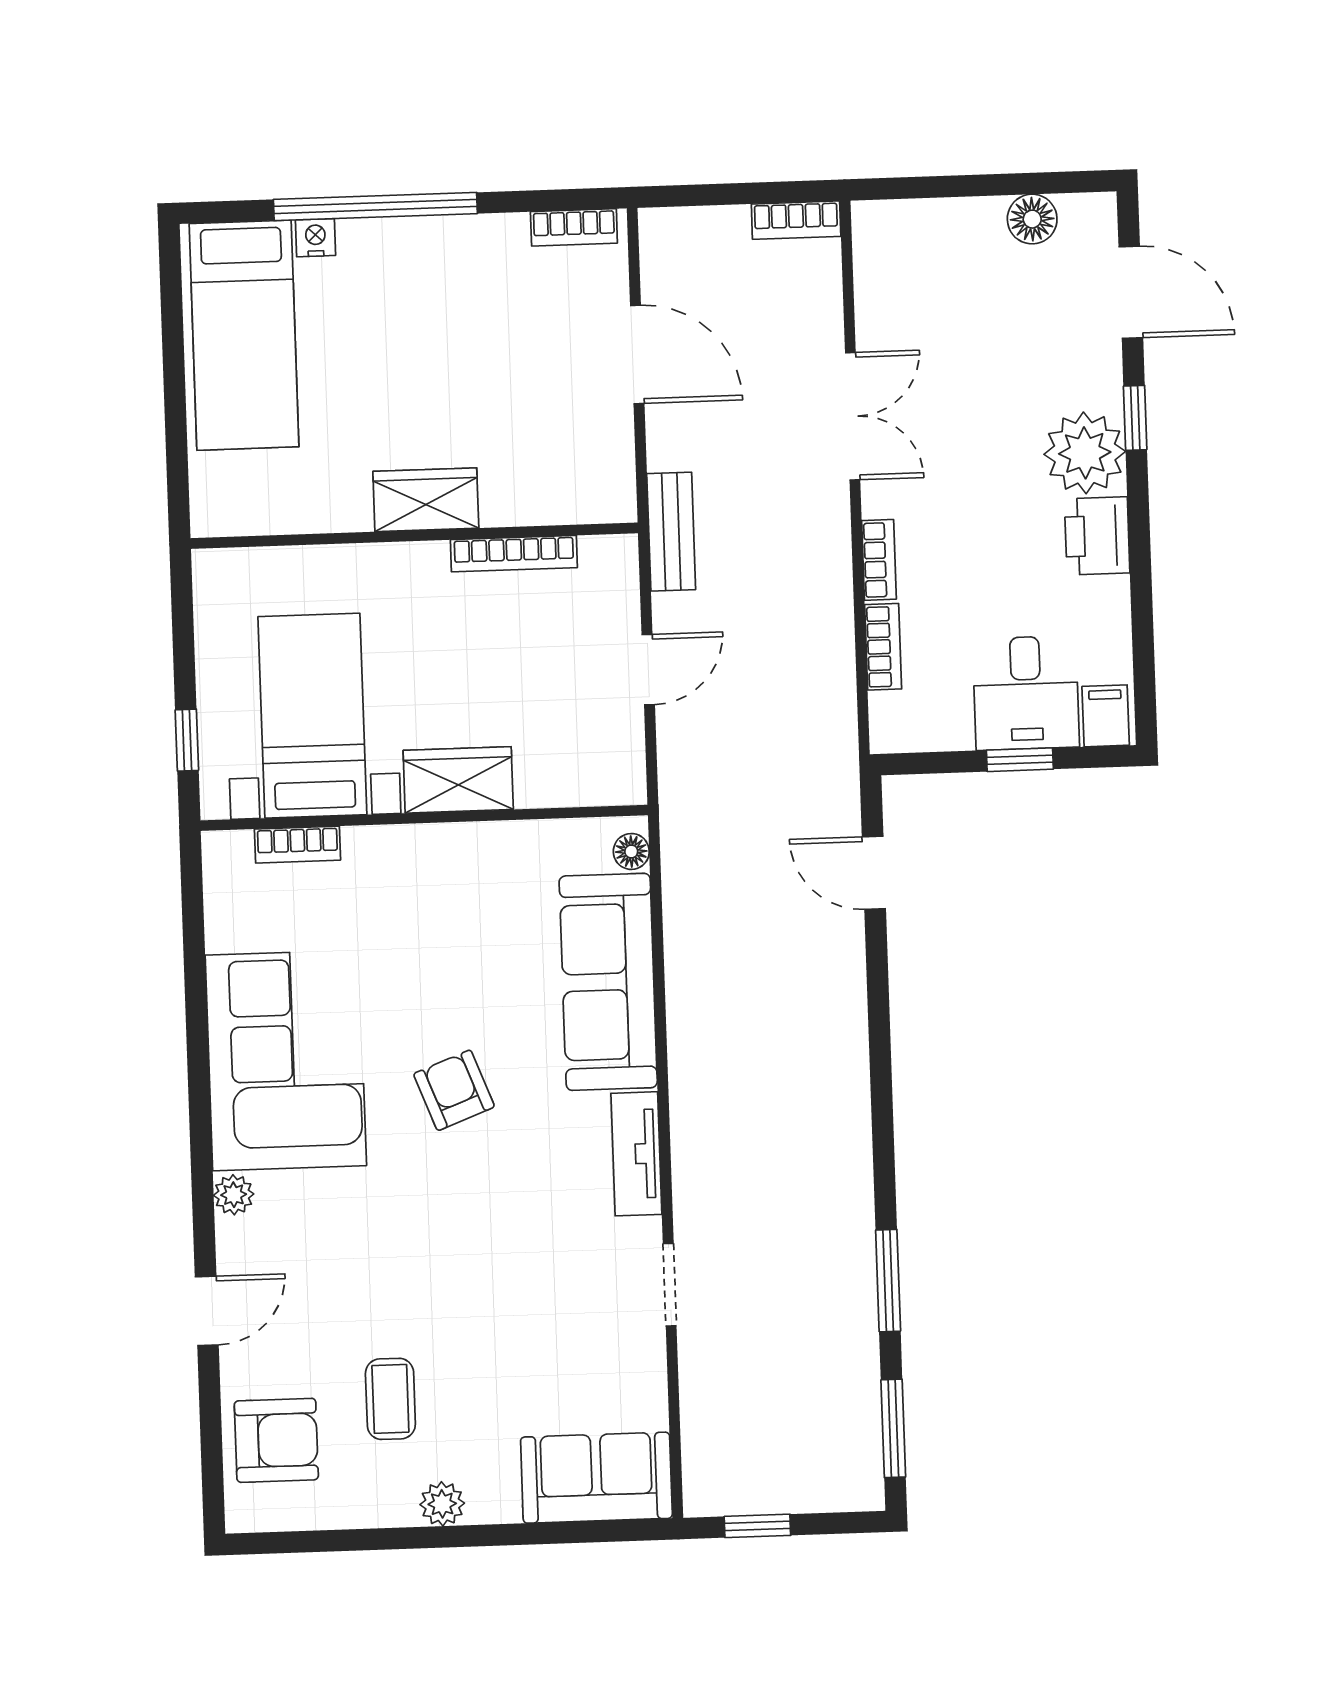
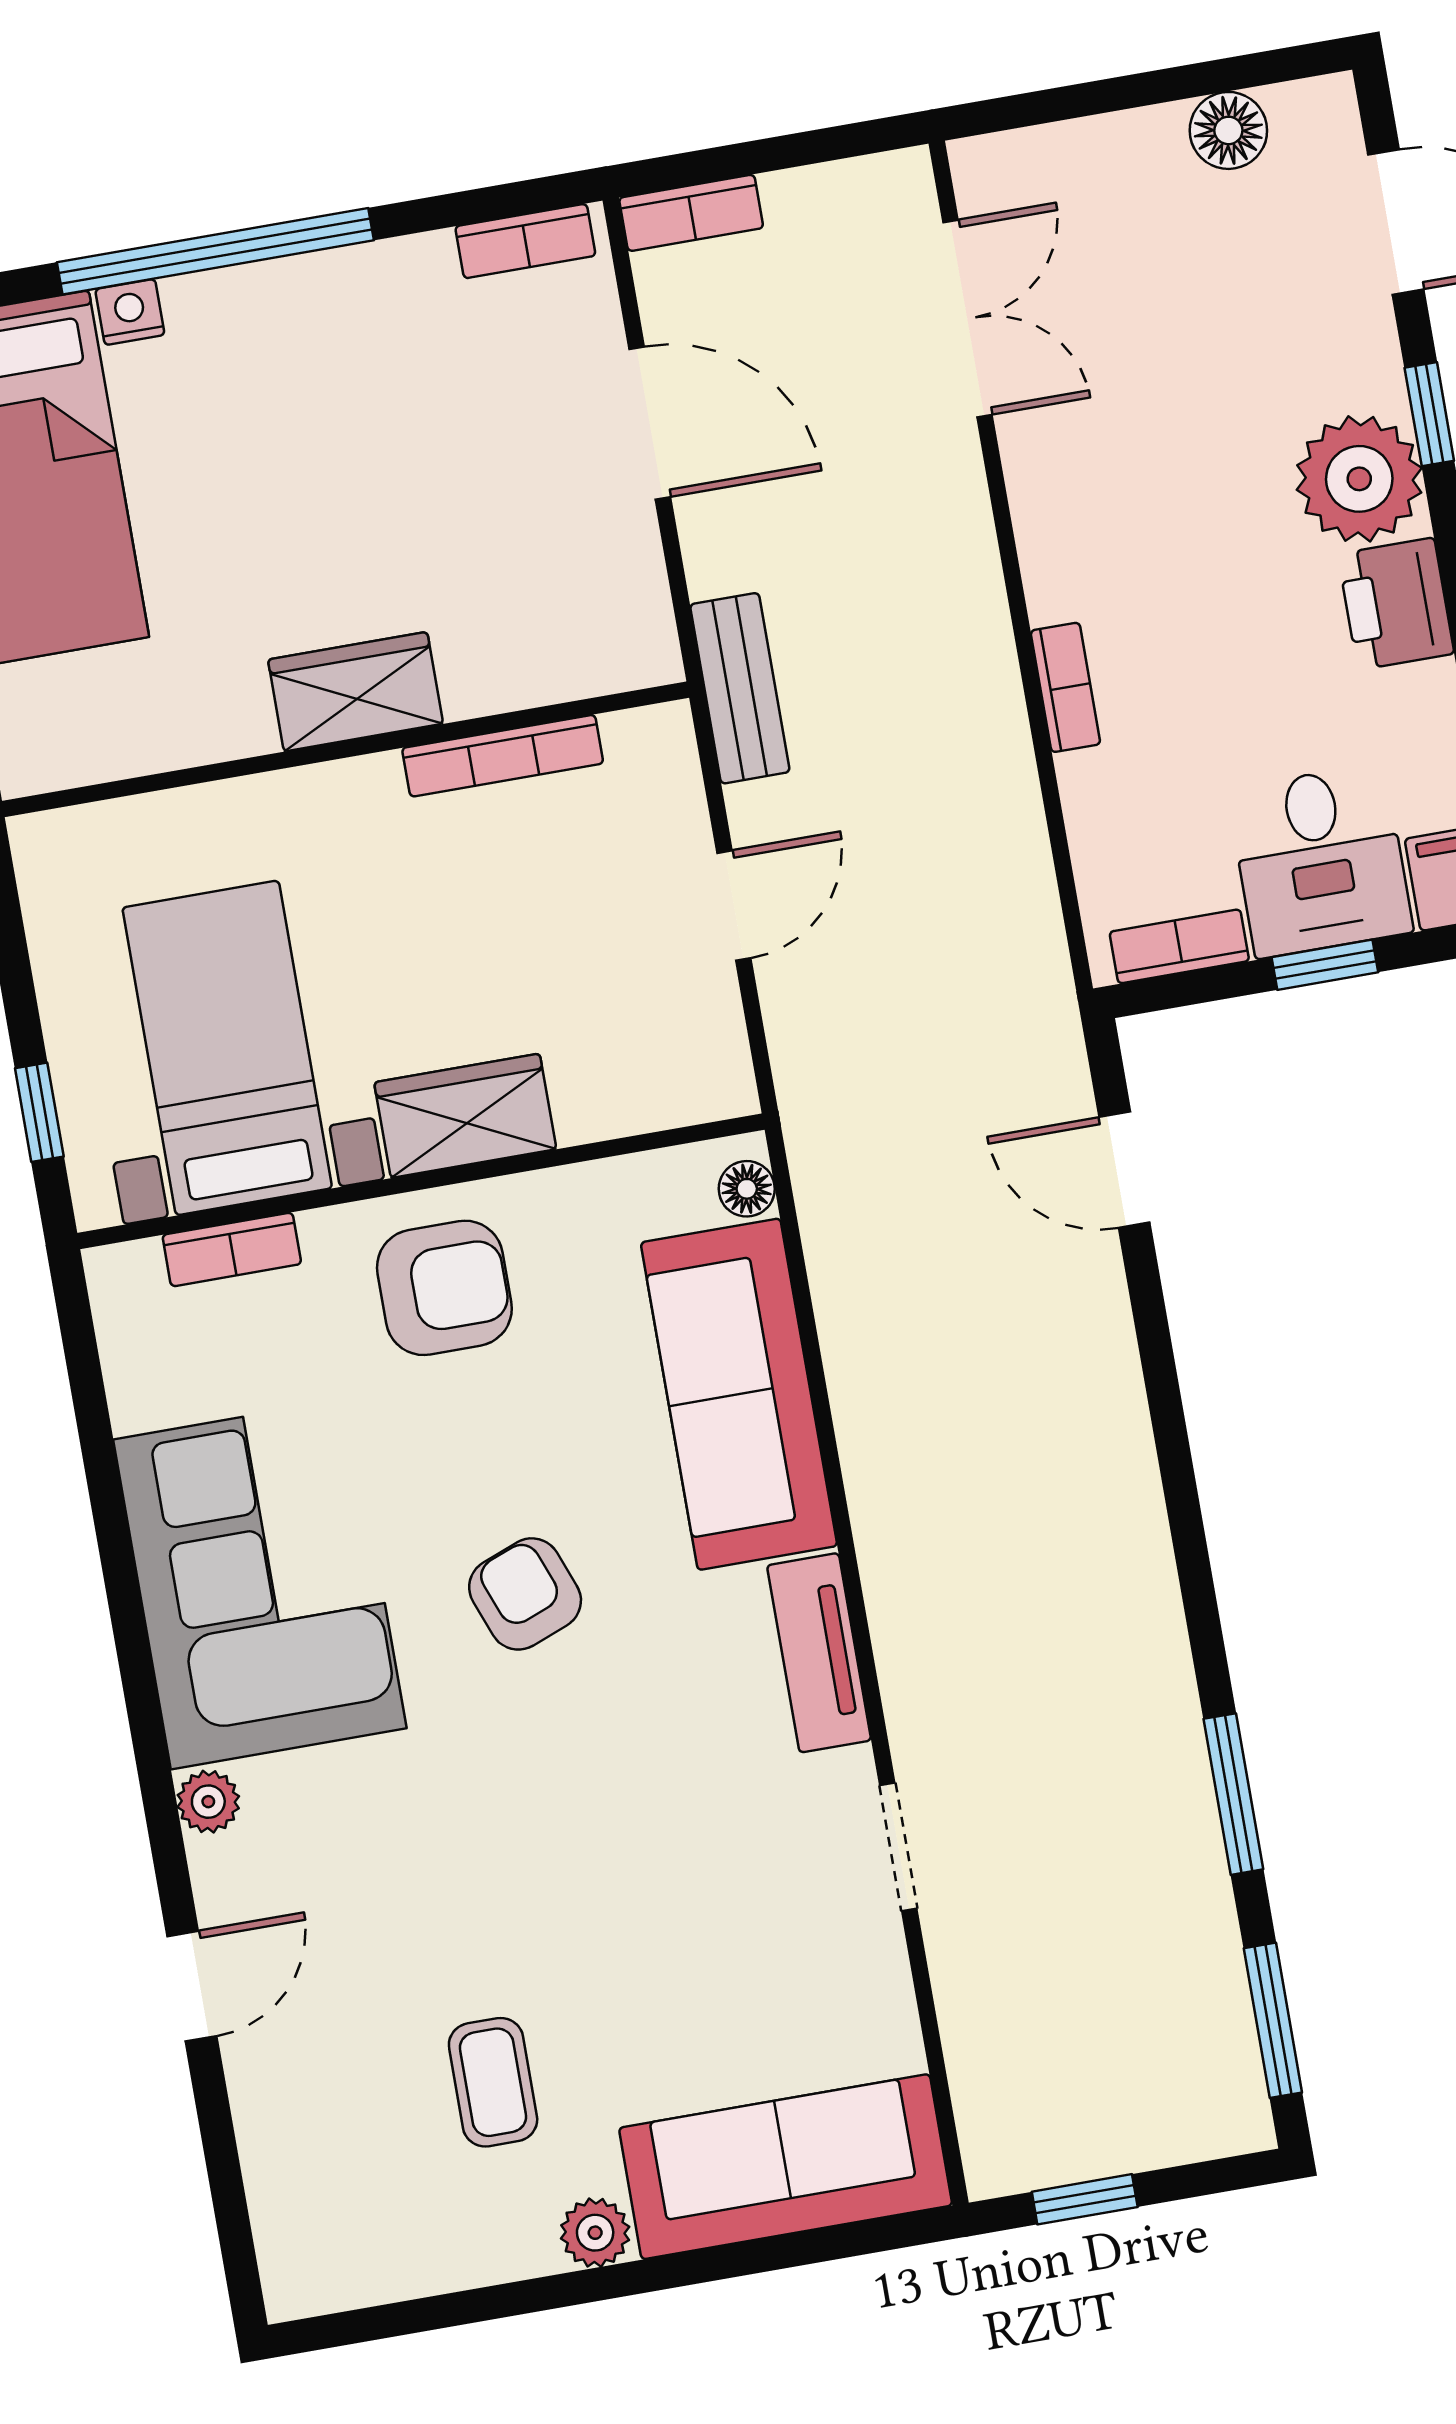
bookcase: (796, 220) -> (691, 213), moved
double door: (853, 416) -> (967, 319), moved
bookcase: (883, 647) -> (1179, 946), moved, turned -90
armchair: (276, 1440) -> (444, 1288), moved
sofa: (596, 1478) -> (786, 2167), width x1.36

